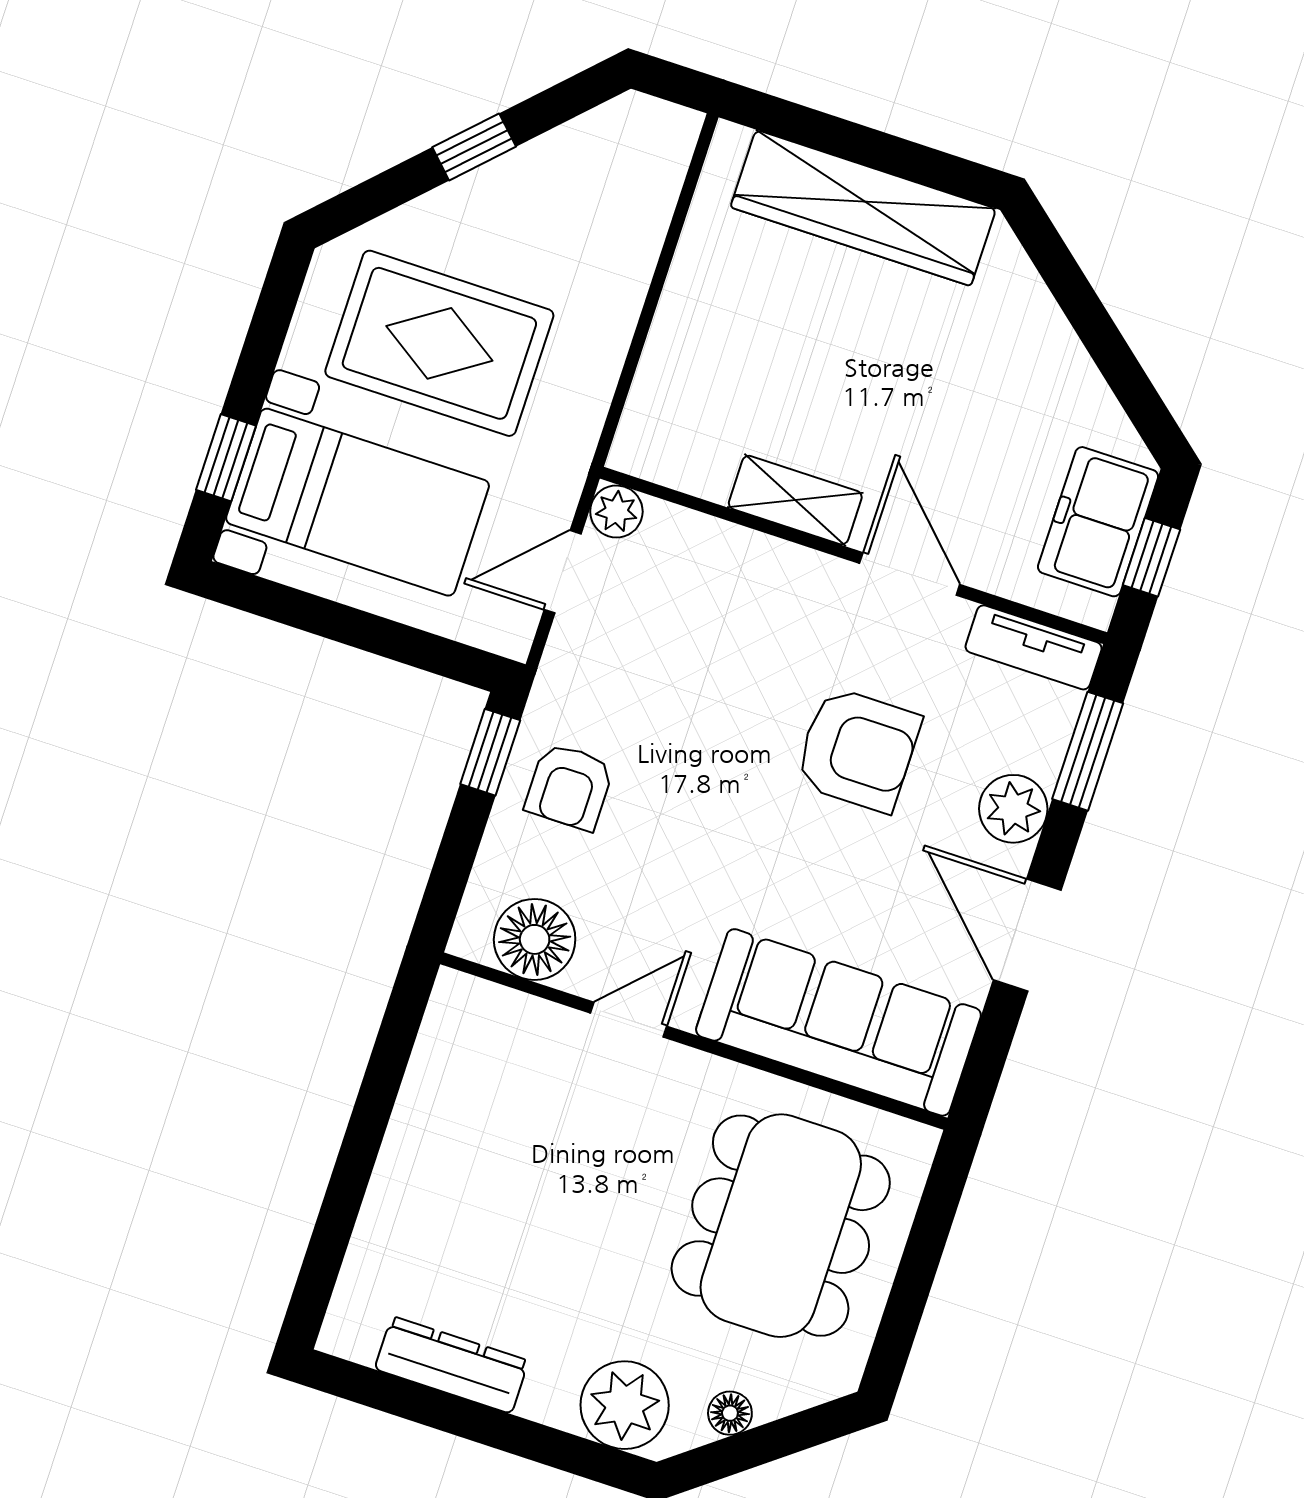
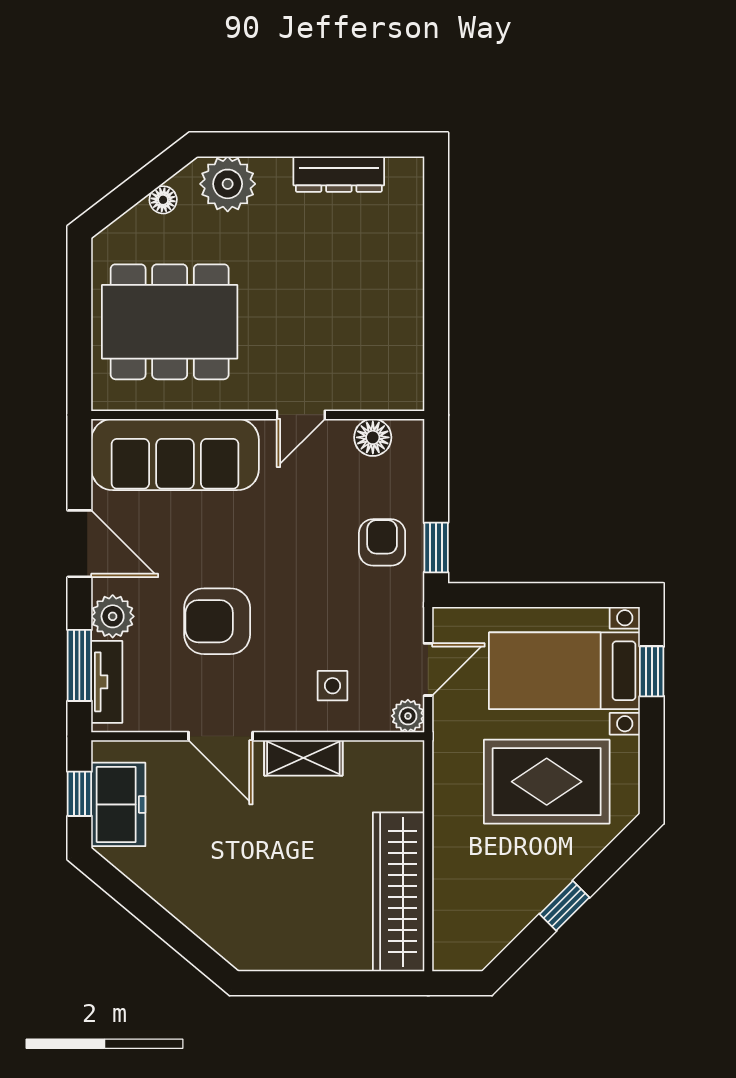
wardrobe: (863, 208) -> (399, 892), moved, turned -90
side table: (715, 595) -> (333, 686), added
tv unit: (1034, 647) -> (107, 682), moved, turned 90
floor lamp: (535, 939) -> (373, 437), width x0.73, depth x0.73
dining table: (781, 1226) -> (170, 322), turned 90

